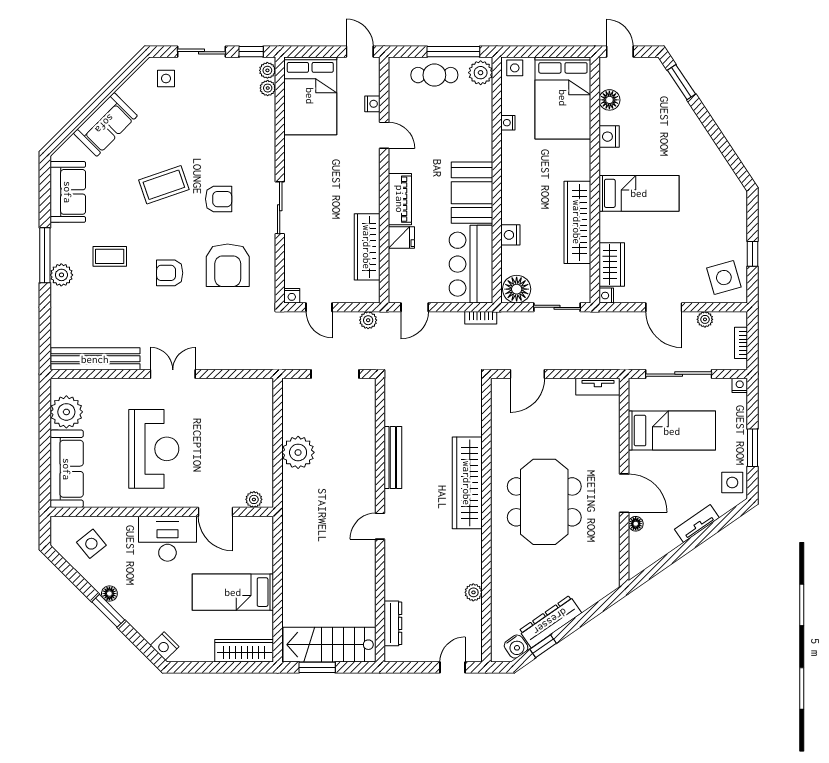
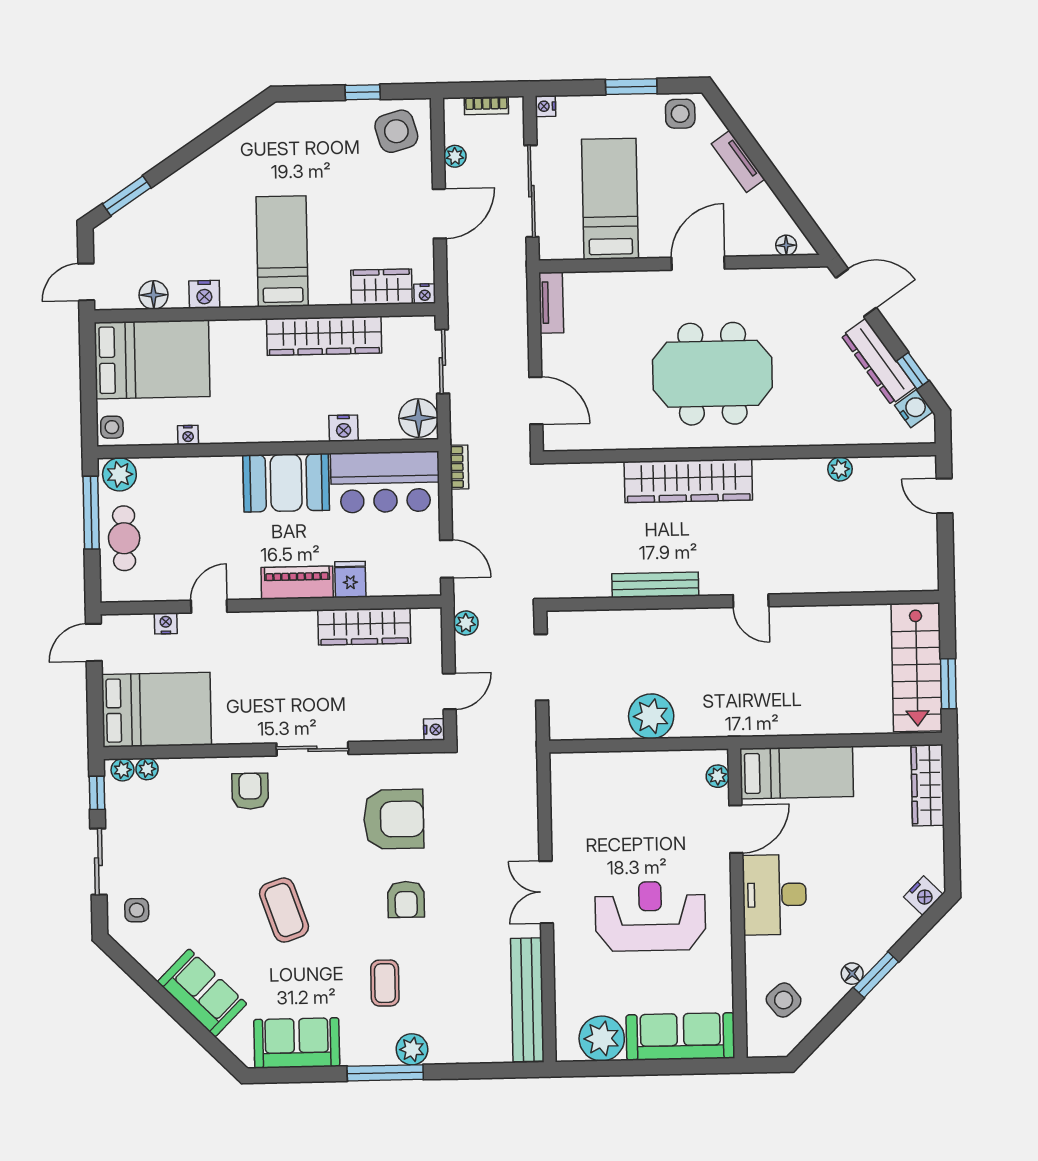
armchair: (219, 199) -> (250, 791), moved
floor lamp: (636, 524) -> (786, 245), moved
bed: (233, 592) -> (797, 773), moved, turned -90
door: (600, 607) -> (856, 293), added
dresser: (393, 623) -> (885, 580), removed

